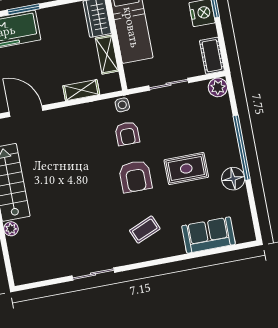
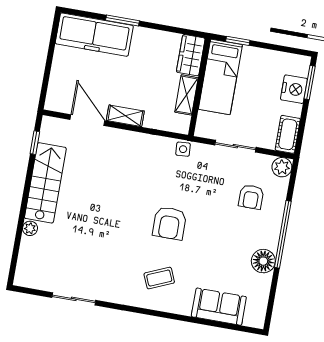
shelving: (81, 90) -> (125, 116), moved
armchair: (127, 134) -> (251, 197), moved
rug: (186, 169) -> (222, 234), removed
sliding door: (93, 274) -> (74, 299), moved

